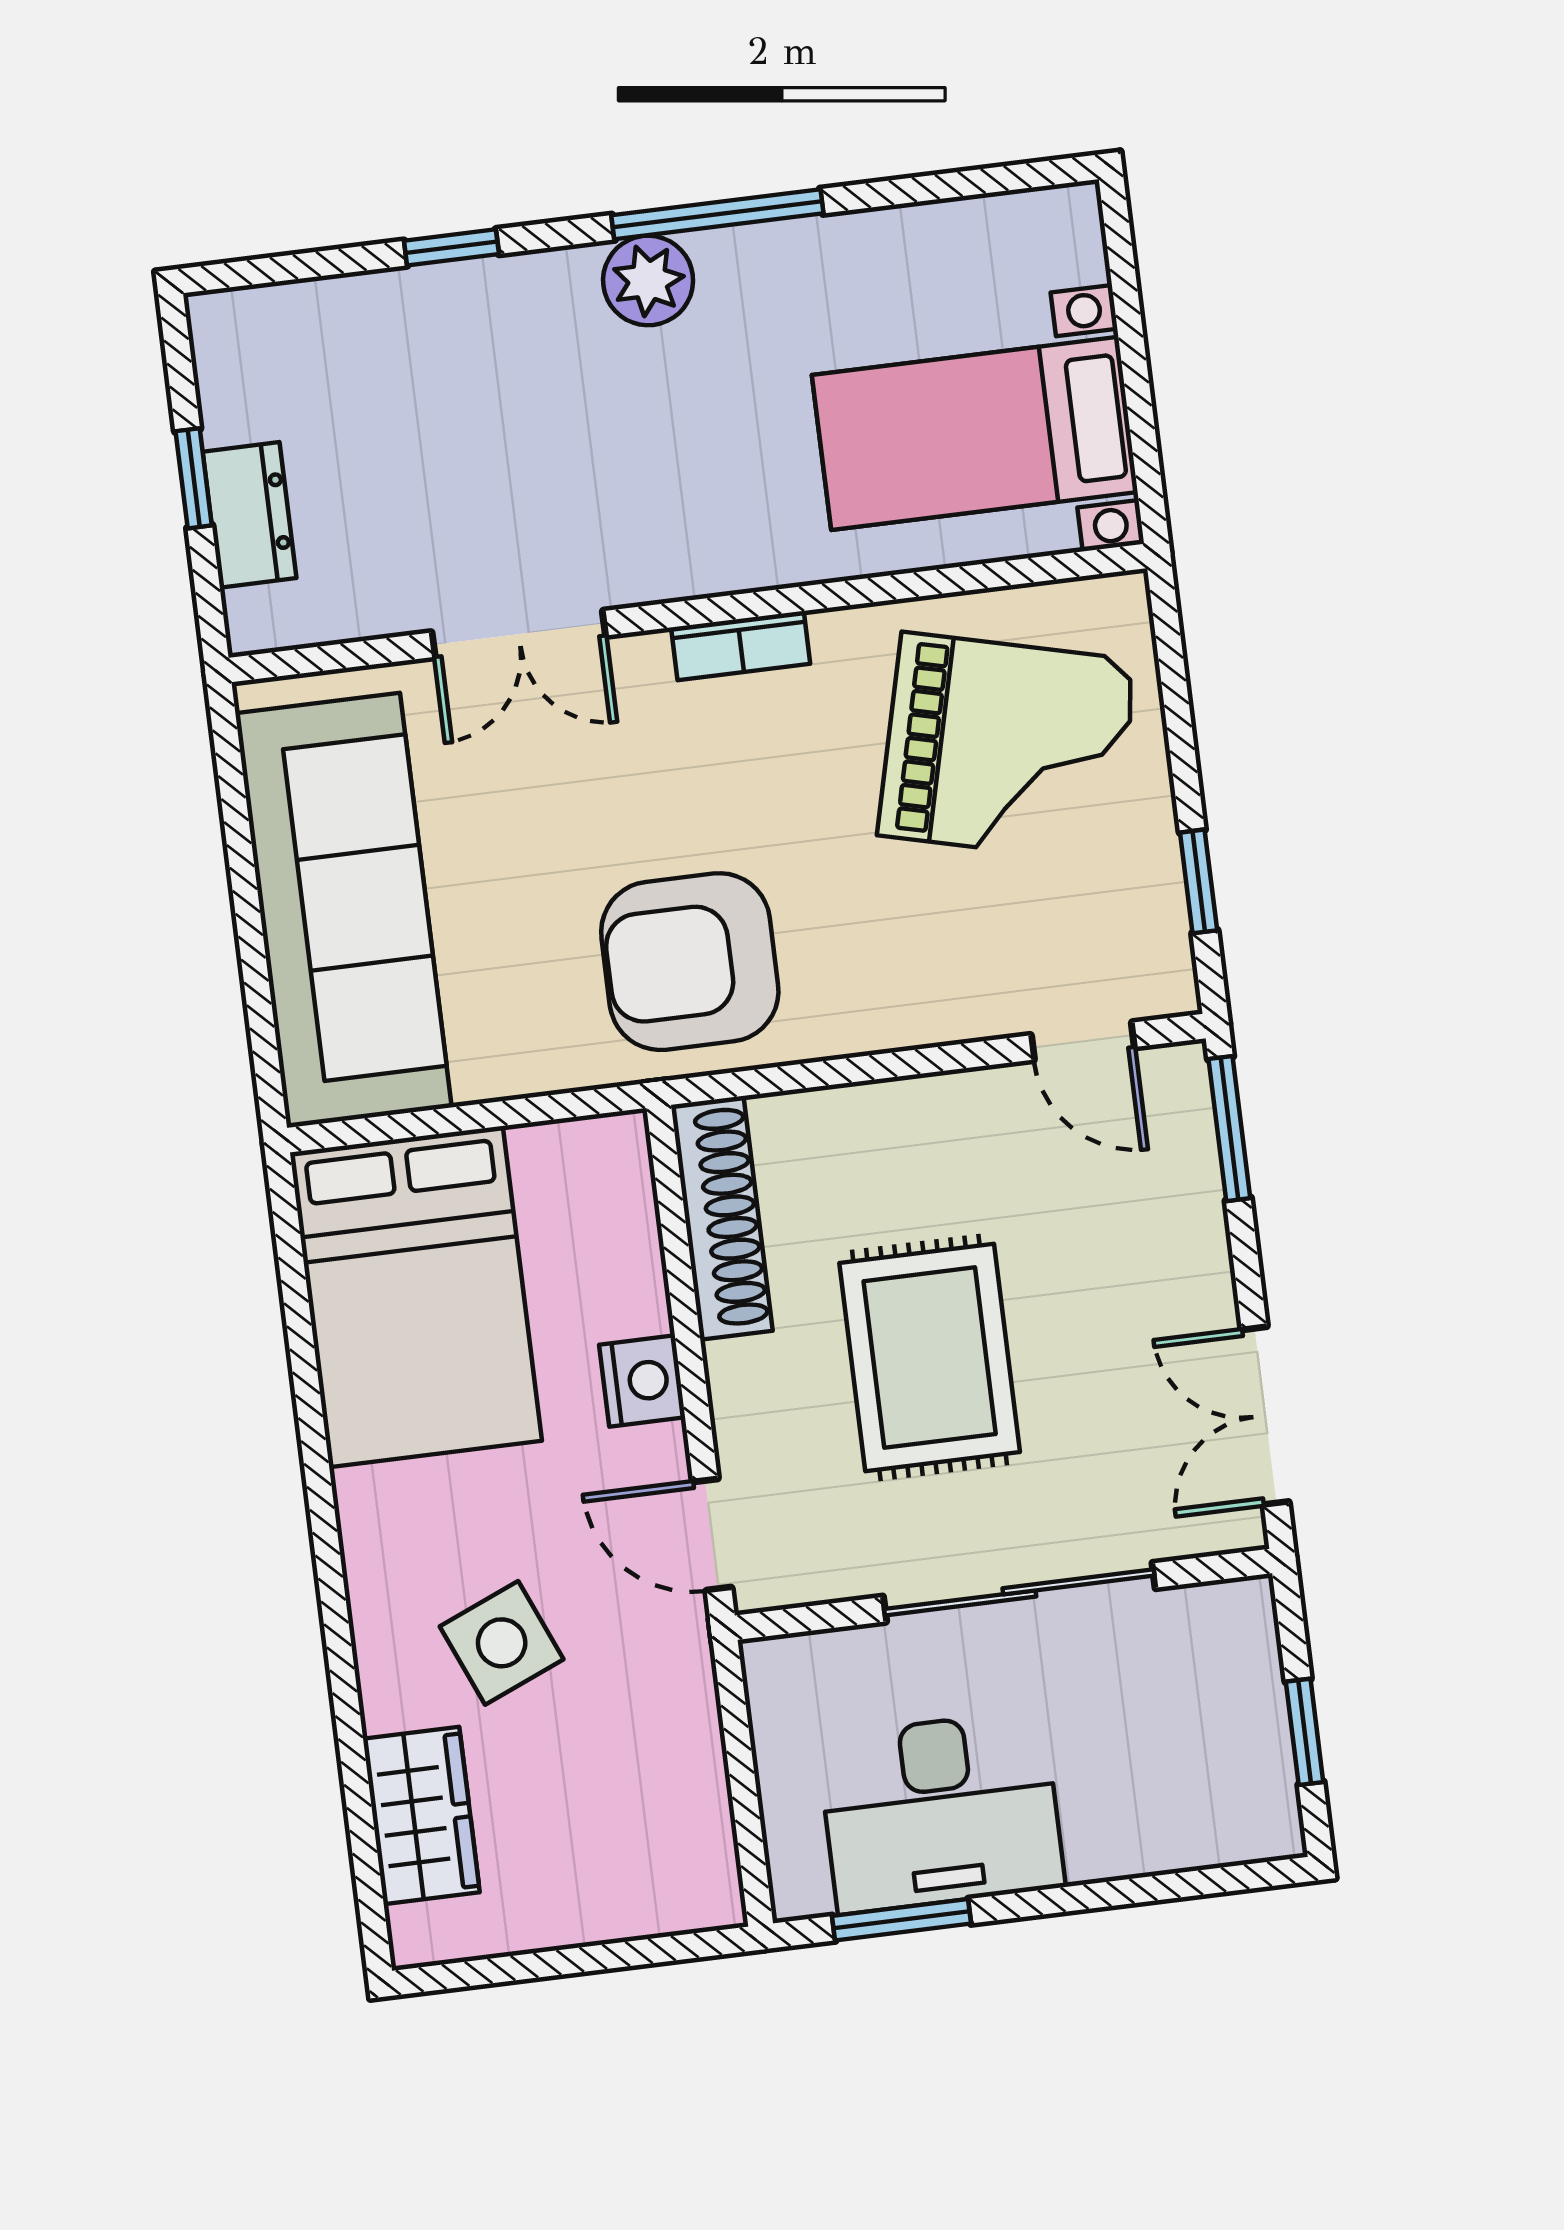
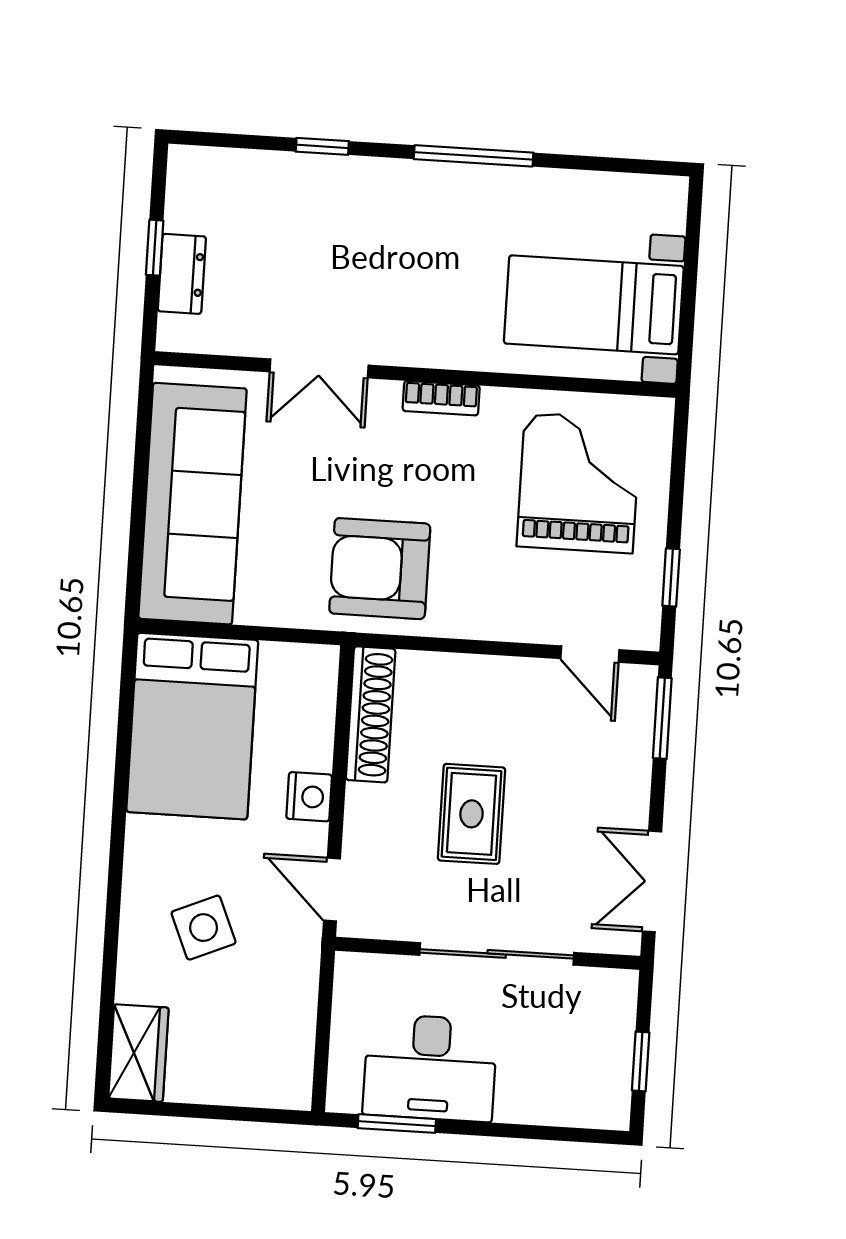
plant: (648, 281) -> (428, 185), removed
grand piano: (1007, 748) -> (579, 483), turned -104
rug: (930, 1358) -> (471, 814), width x0.73, depth x0.70
wardrobe: (421, 1816) -> (138, 1053), moved

